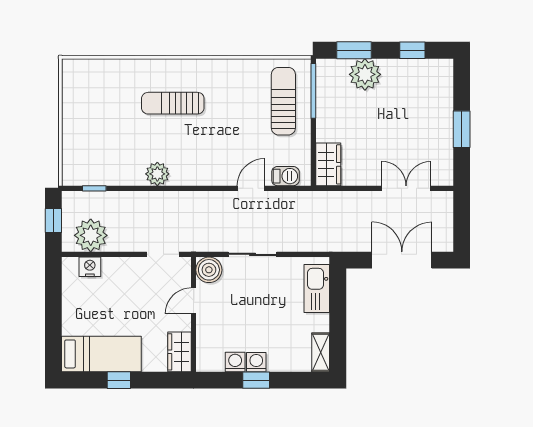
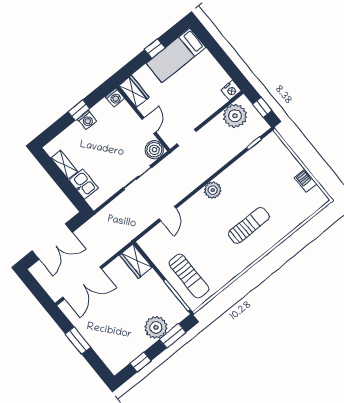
plant: (157, 174) -> (213, 190), moved
barbecue: (285, 176) -> (305, 181), moved, turned 90
double door: (406, 188) -> (82, 283), width x1.37
nightstand: (90, 267) -> (231, 90), moved
kitchen sink: (317, 288) -> (84, 184), width x0.73
shelving: (321, 352) -> (64, 165), moved
washing machine: (235, 362) -> (115, 98), moved

